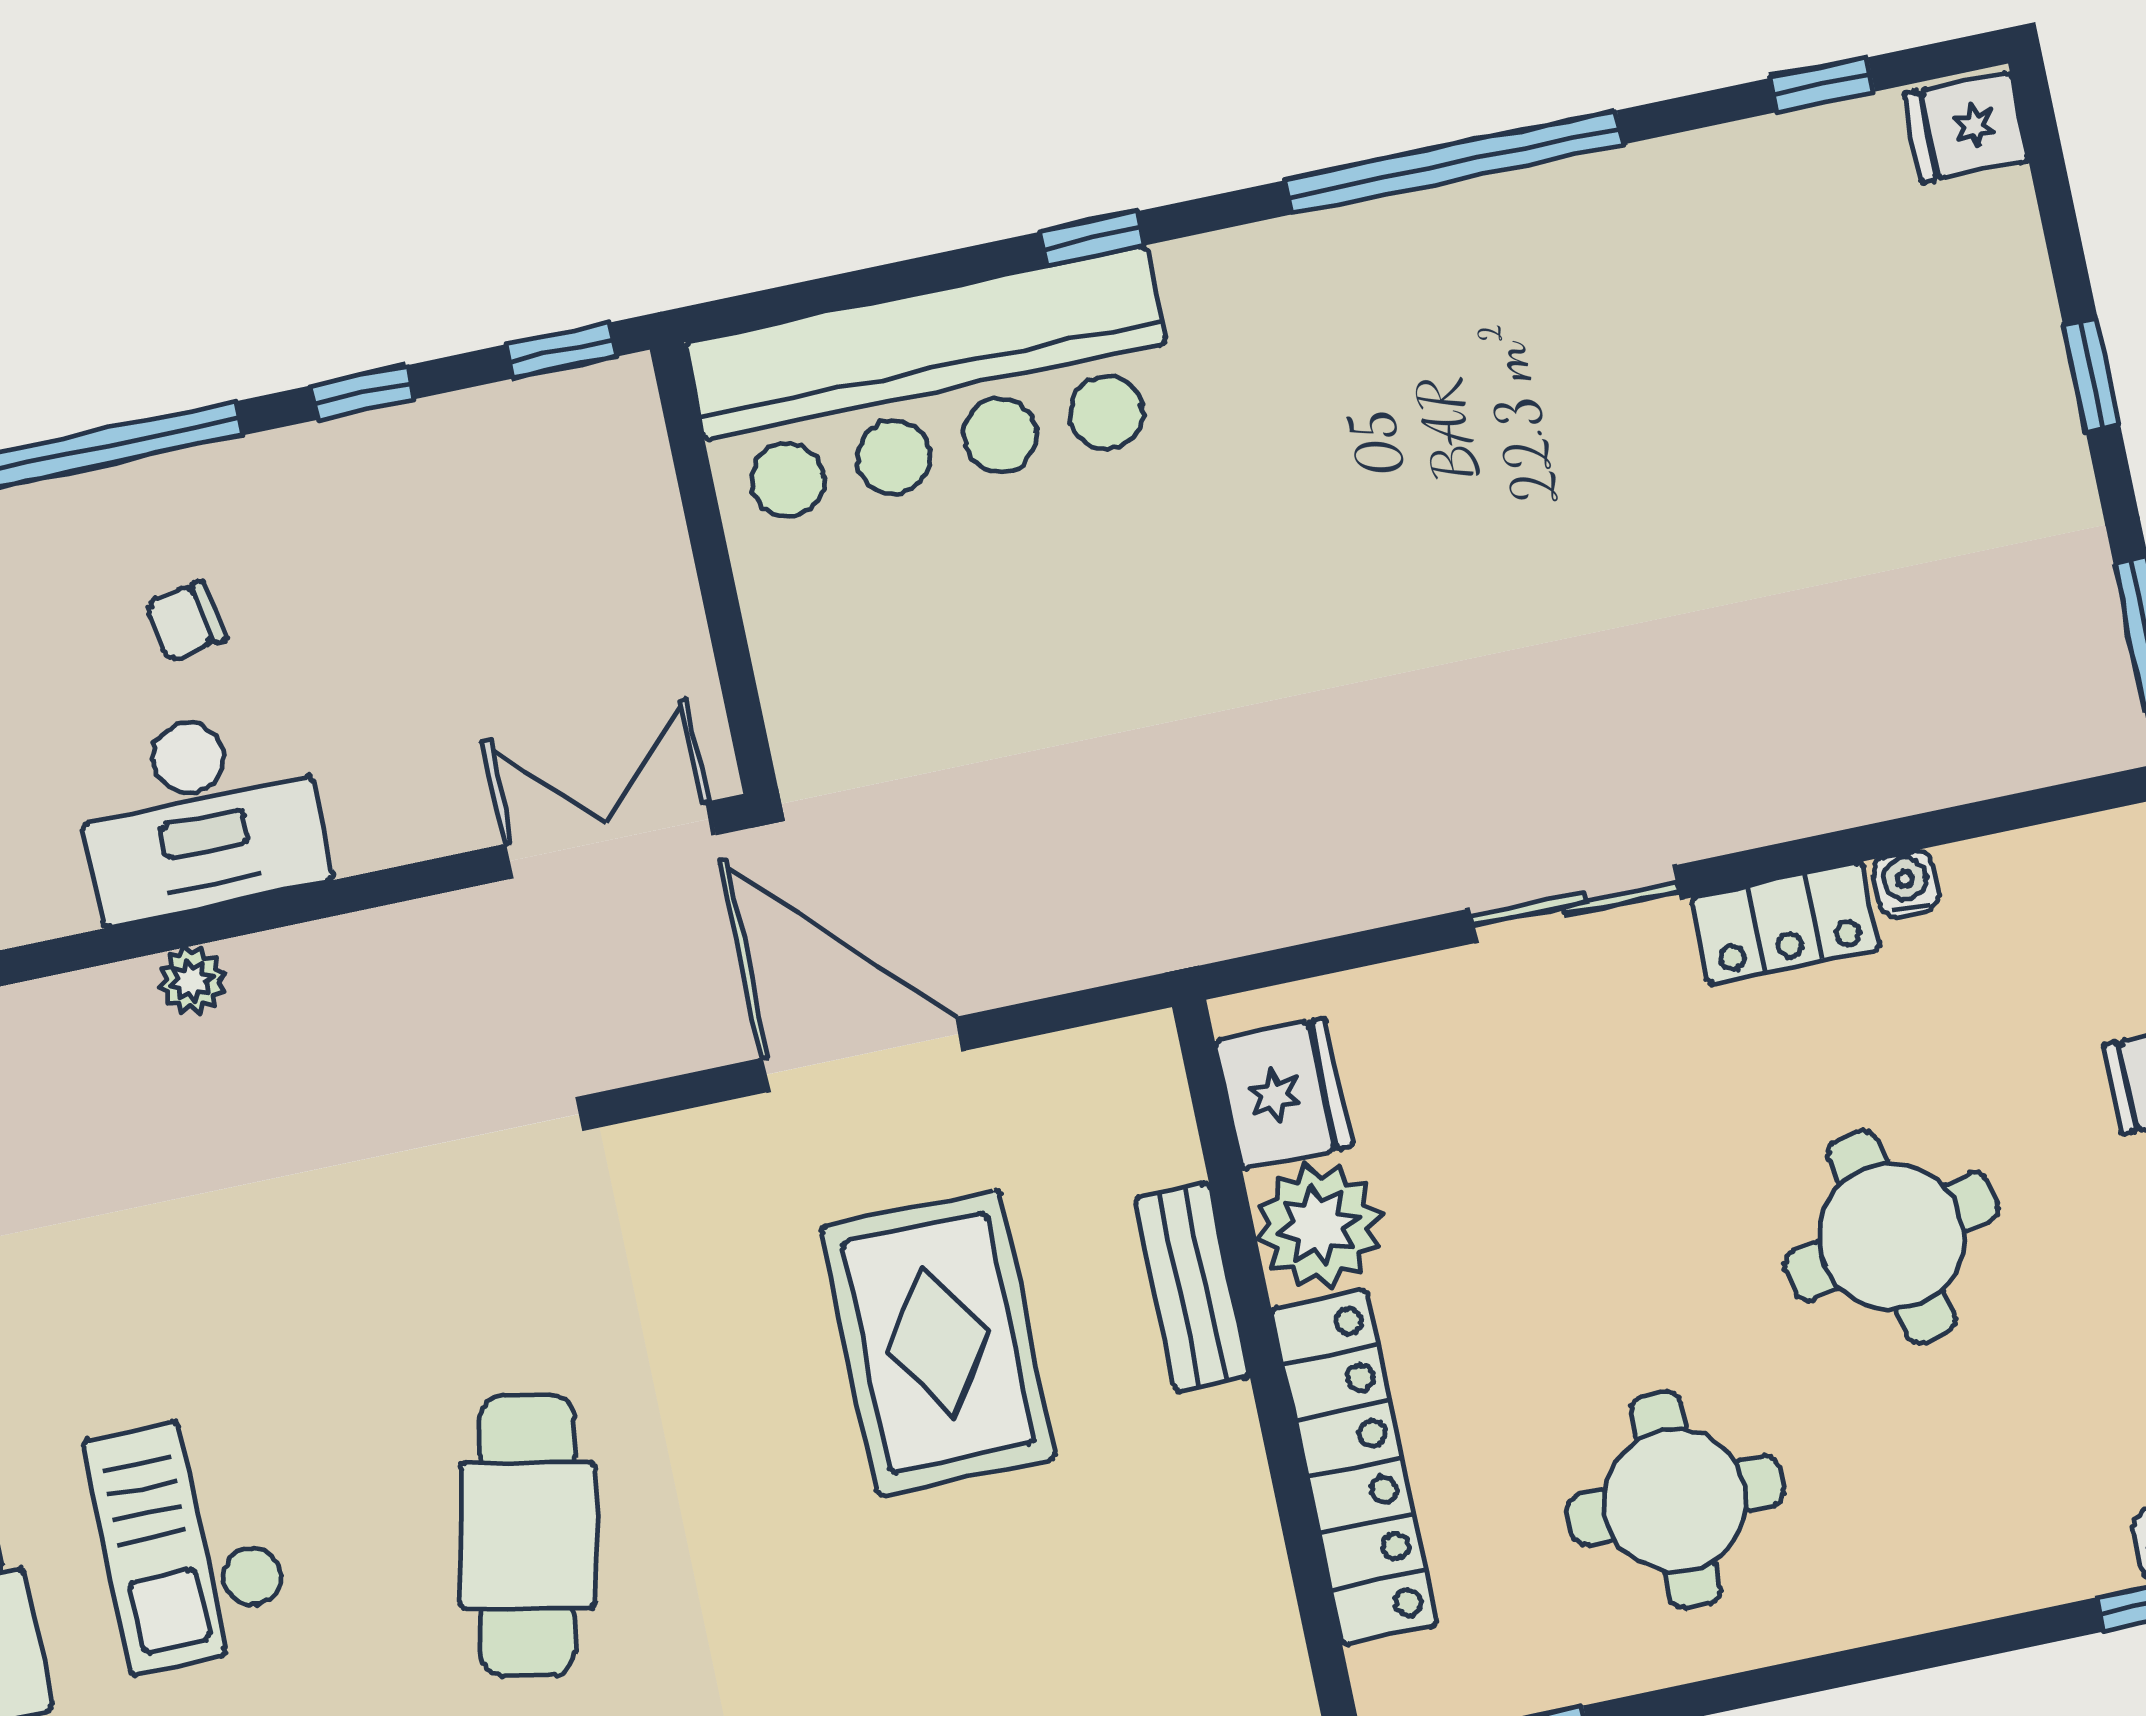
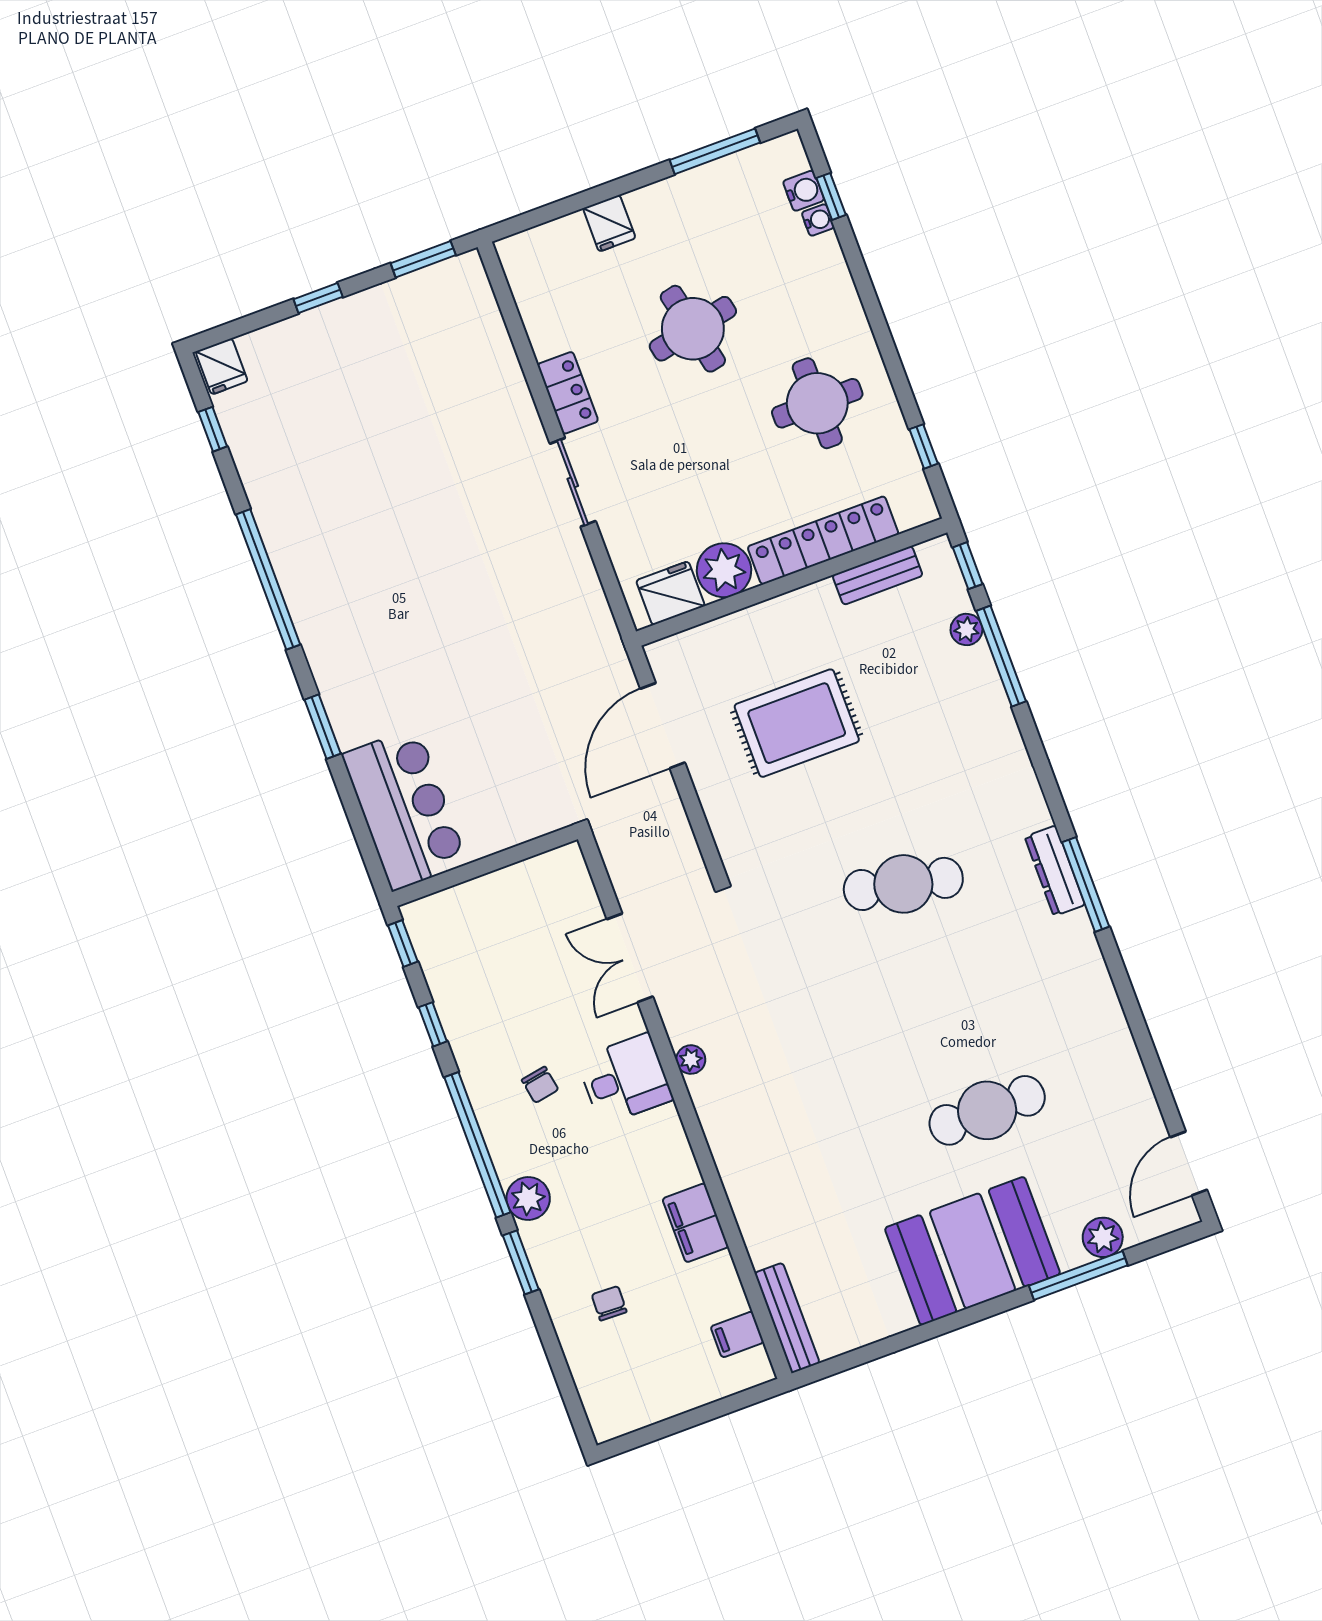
window: (1093, 238) -> (323, 727), width x1.50
bar counter: (935, 388) -> (405, 809), width x0.73
desk: (200, 814) -> (625, 1079), width x0.73
double door: (610, 840) -> (630, 958), moved
water cooler: (1906, 884) -> (818, 220), moved, turned 180
door: (862, 1054) -> (663, 726), moved
bench: (1192, 1287) -> (878, 575), moved
checkout: (189, 1541) -> (927, 1026), removed

